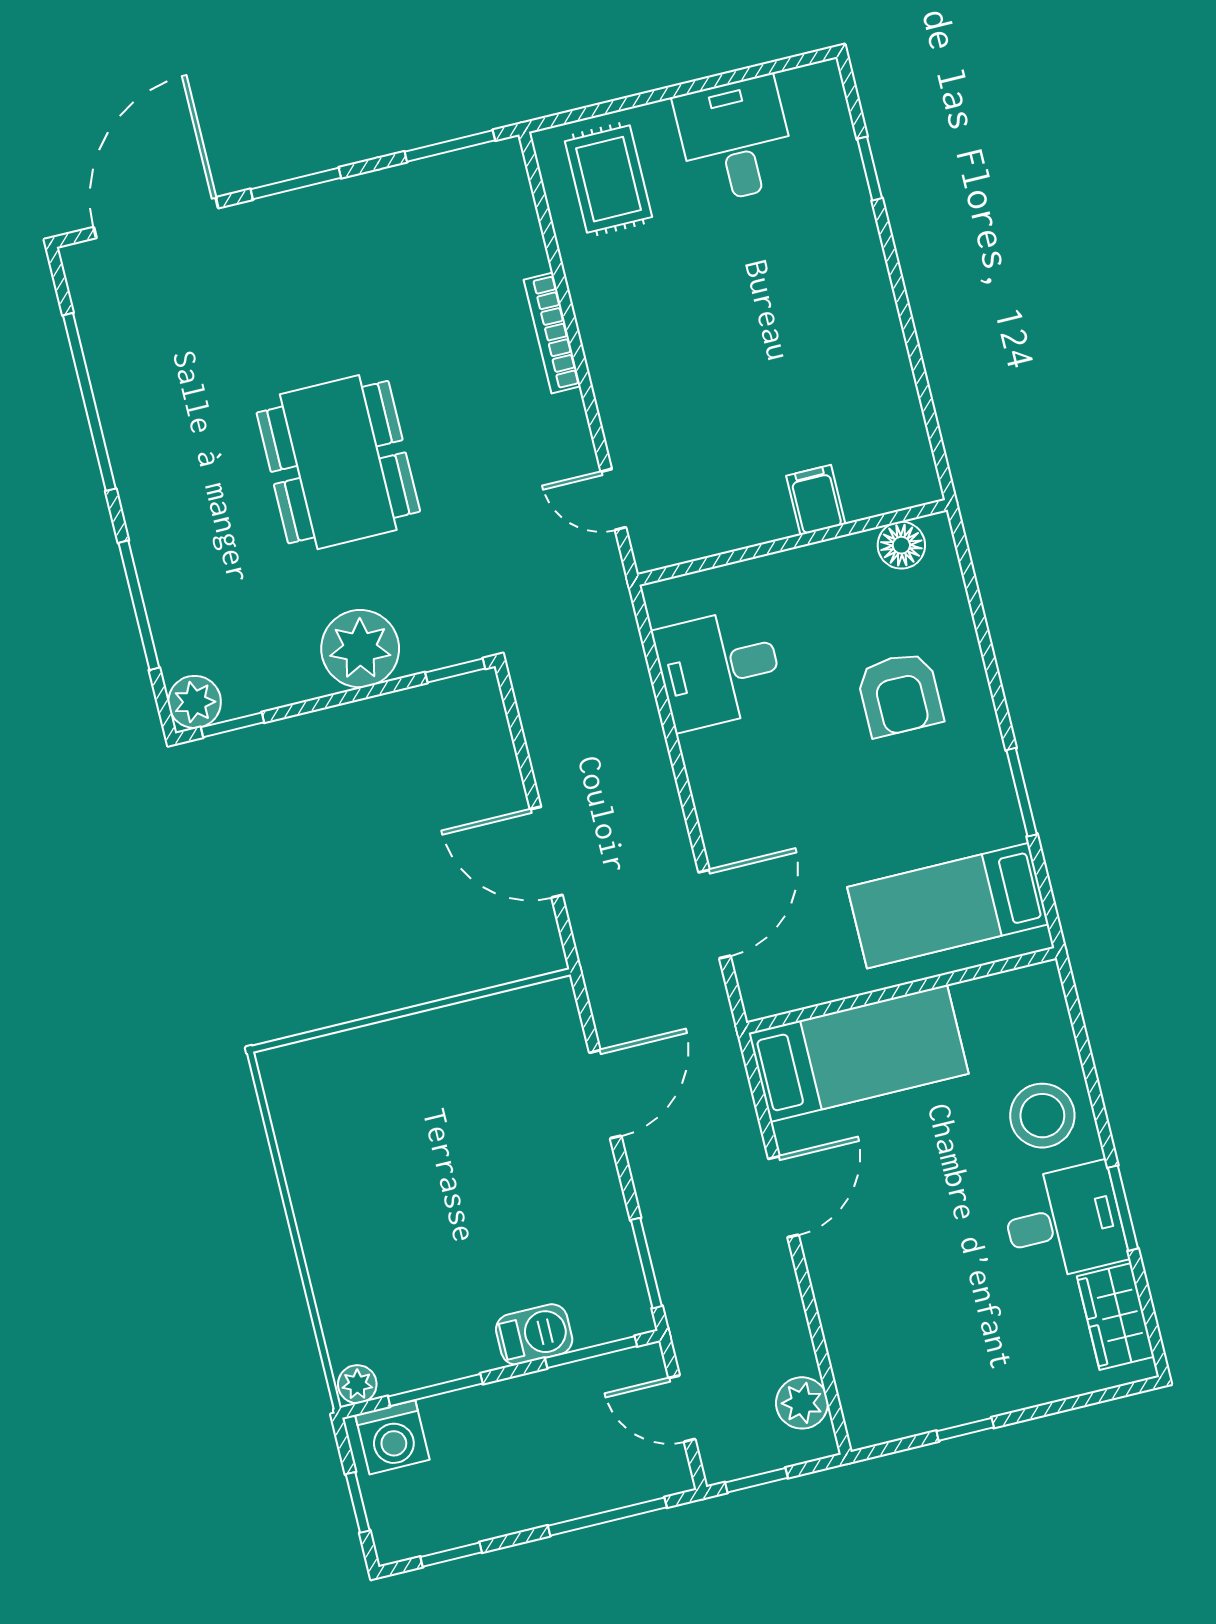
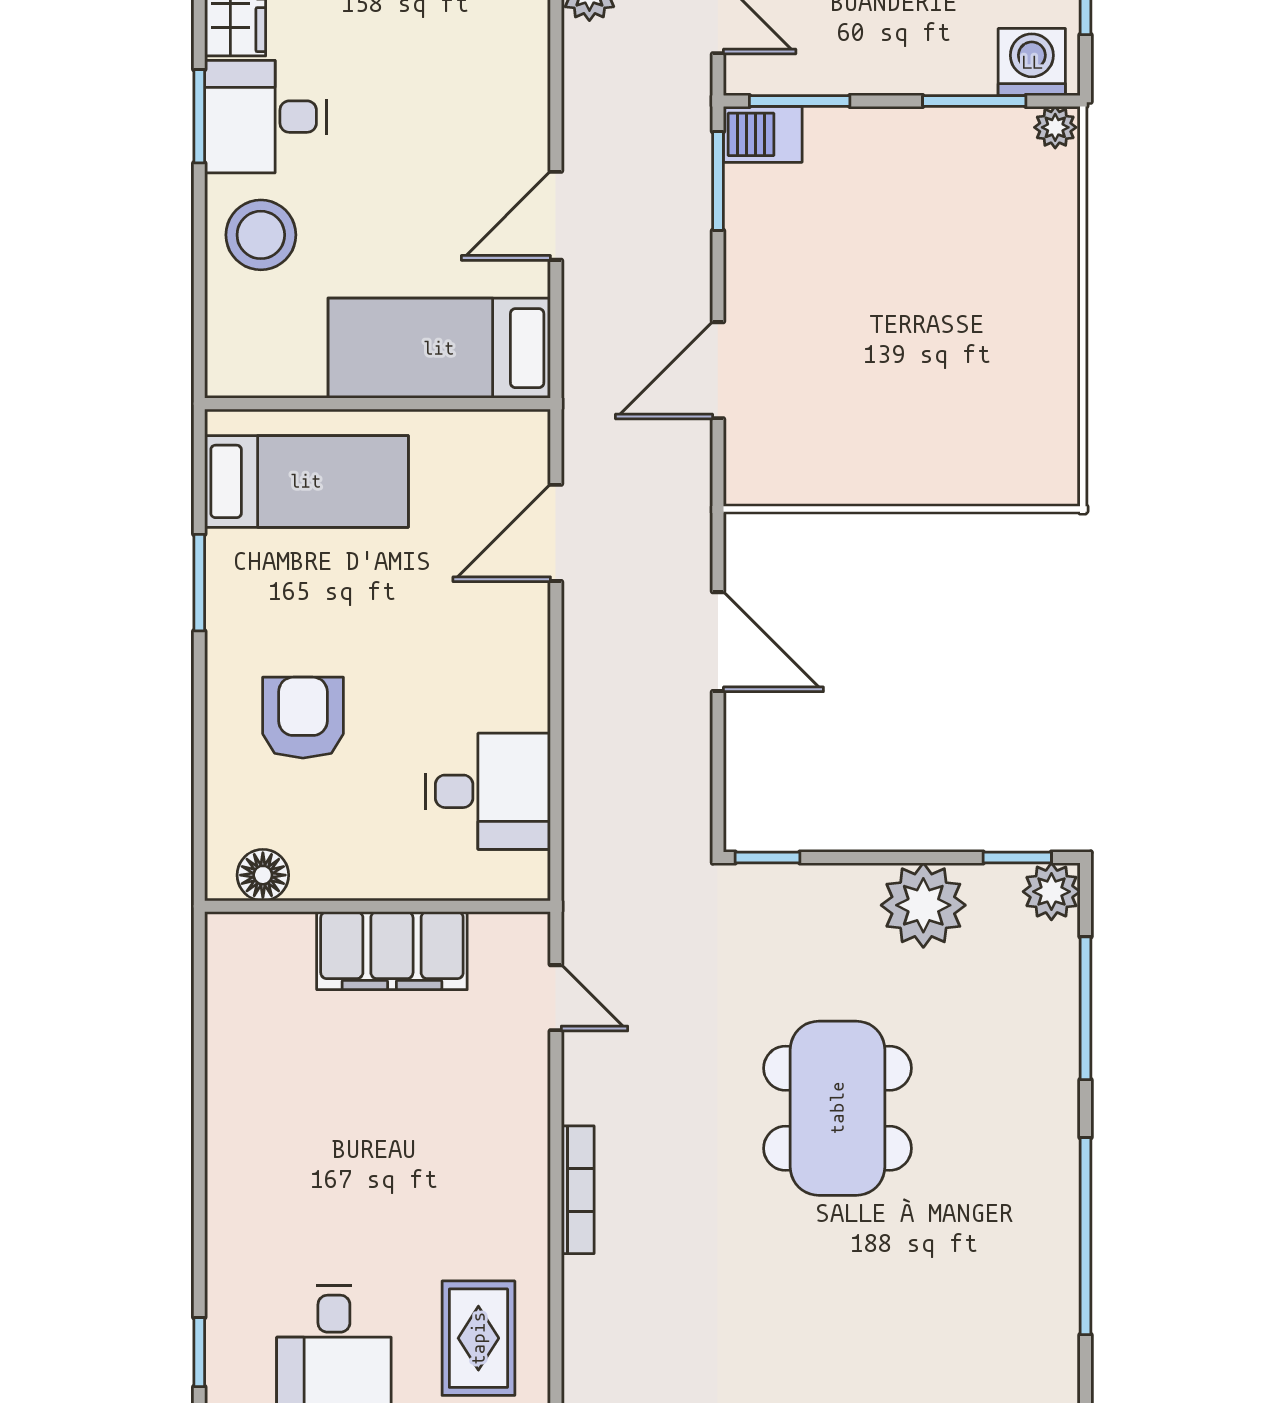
window: (870, 169) -> (199, 1352), moved
filing cabinet: (816, 500) -> (392, 951), width x3.00, depth x1.17
plant: (360, 649) -> (923, 905), moved
barbecue: (534, 1334) -> (763, 134), moved

